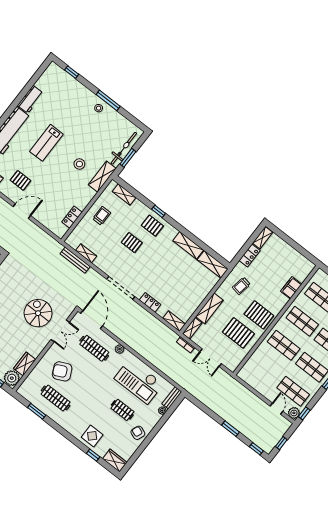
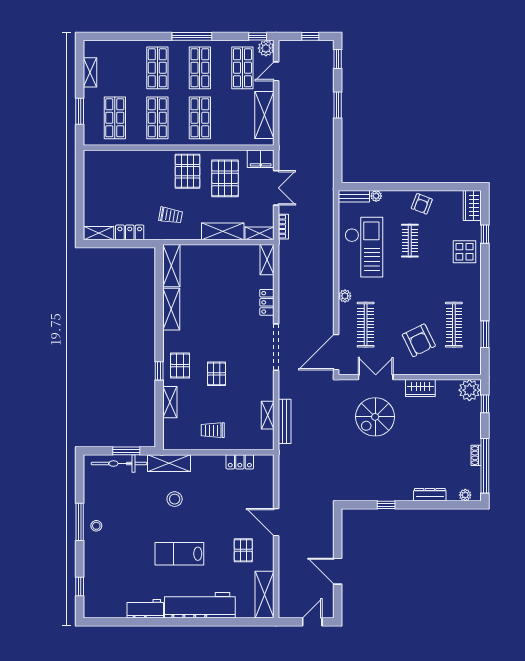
lab bench: (46, 143) -> (179, 554), turned 180
shelving: (124, 194) -> (170, 402), moved
filing cabinet: (291, 288) -> (261, 159), moved
wardrobe: (25, 364) -> (420, 388), moved
shelving: (257, 383) -> (264, 115), added

